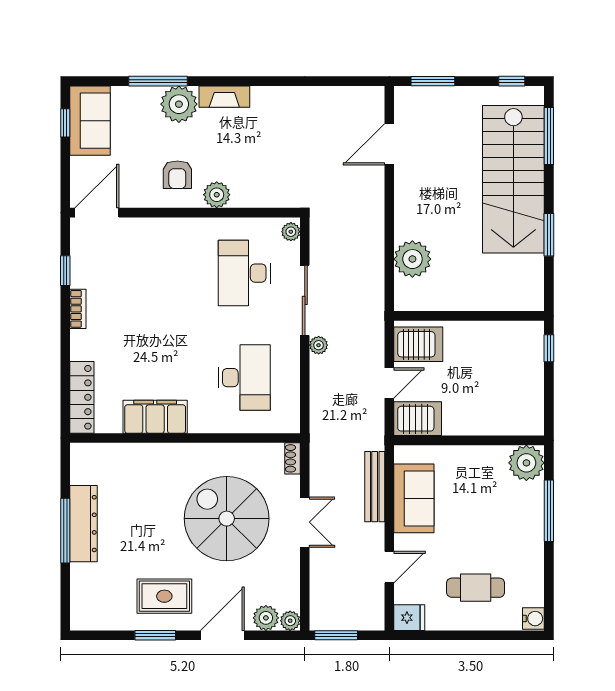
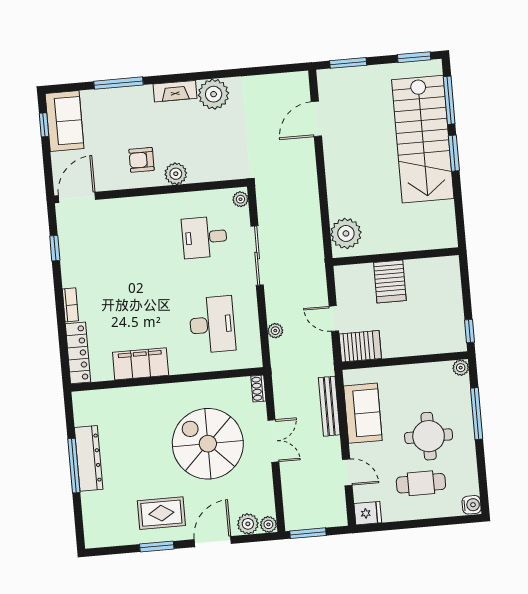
window: (512, 81) -> (414, 57), width x1.50
plant: (179, 104) -> (214, 94), moved
armchair: (177, 175) -> (141, 160), turned 90
window: (549, 235) -> (454, 153), moved
plant: (412, 259) -> (346, 233), moved
desk: (244, 273) -> (205, 237), width x0.73
bookcase: (78, 309) -> (70, 305), moved
server rack: (418, 344) -> (390, 282), moved, turned 90
plant: (319, 345) -> (275, 331), moved
window: (549, 348) -> (469, 331), moved
door: (389, 383) -> (334, 319), swing flipped
plant: (526, 463) -> (461, 368), width x0.53, depth x0.53
round table: (489, 533) -> (429, 436), added
door: (389, 567) -> (347, 472), hinge flipped

